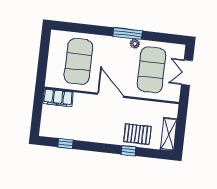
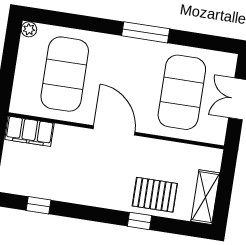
plant: (135, 44) -> (29, 29), moved

